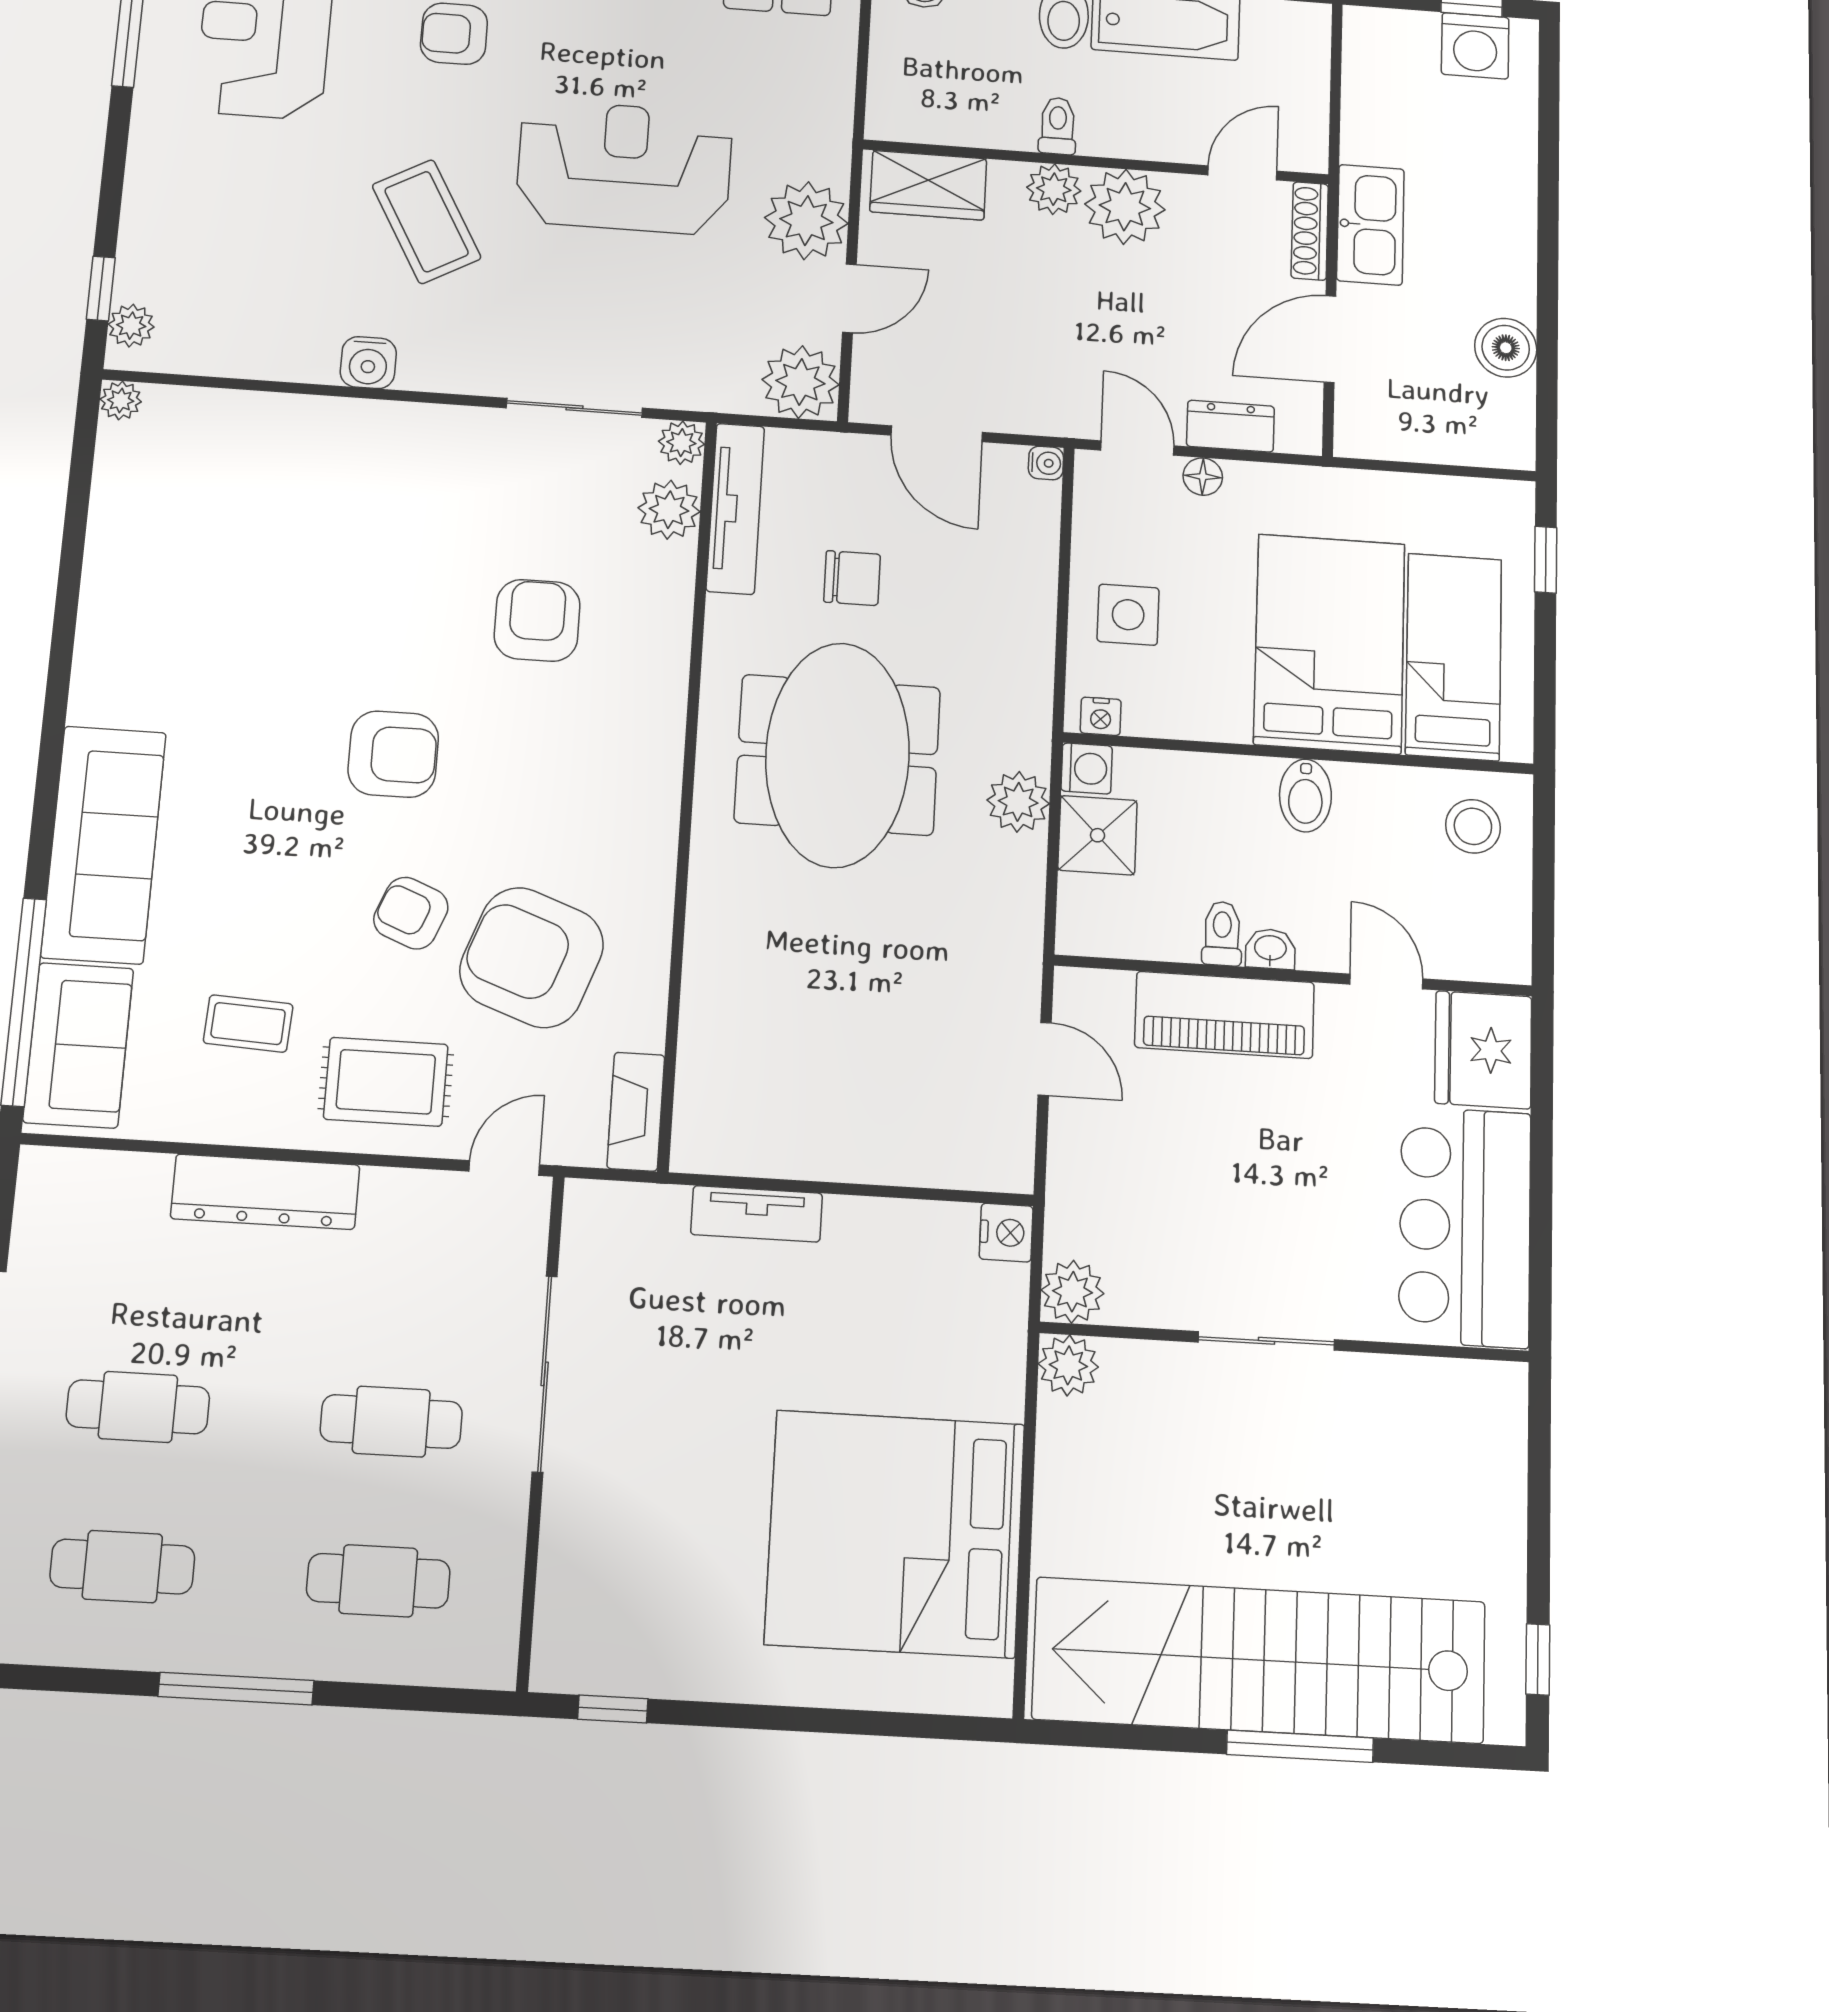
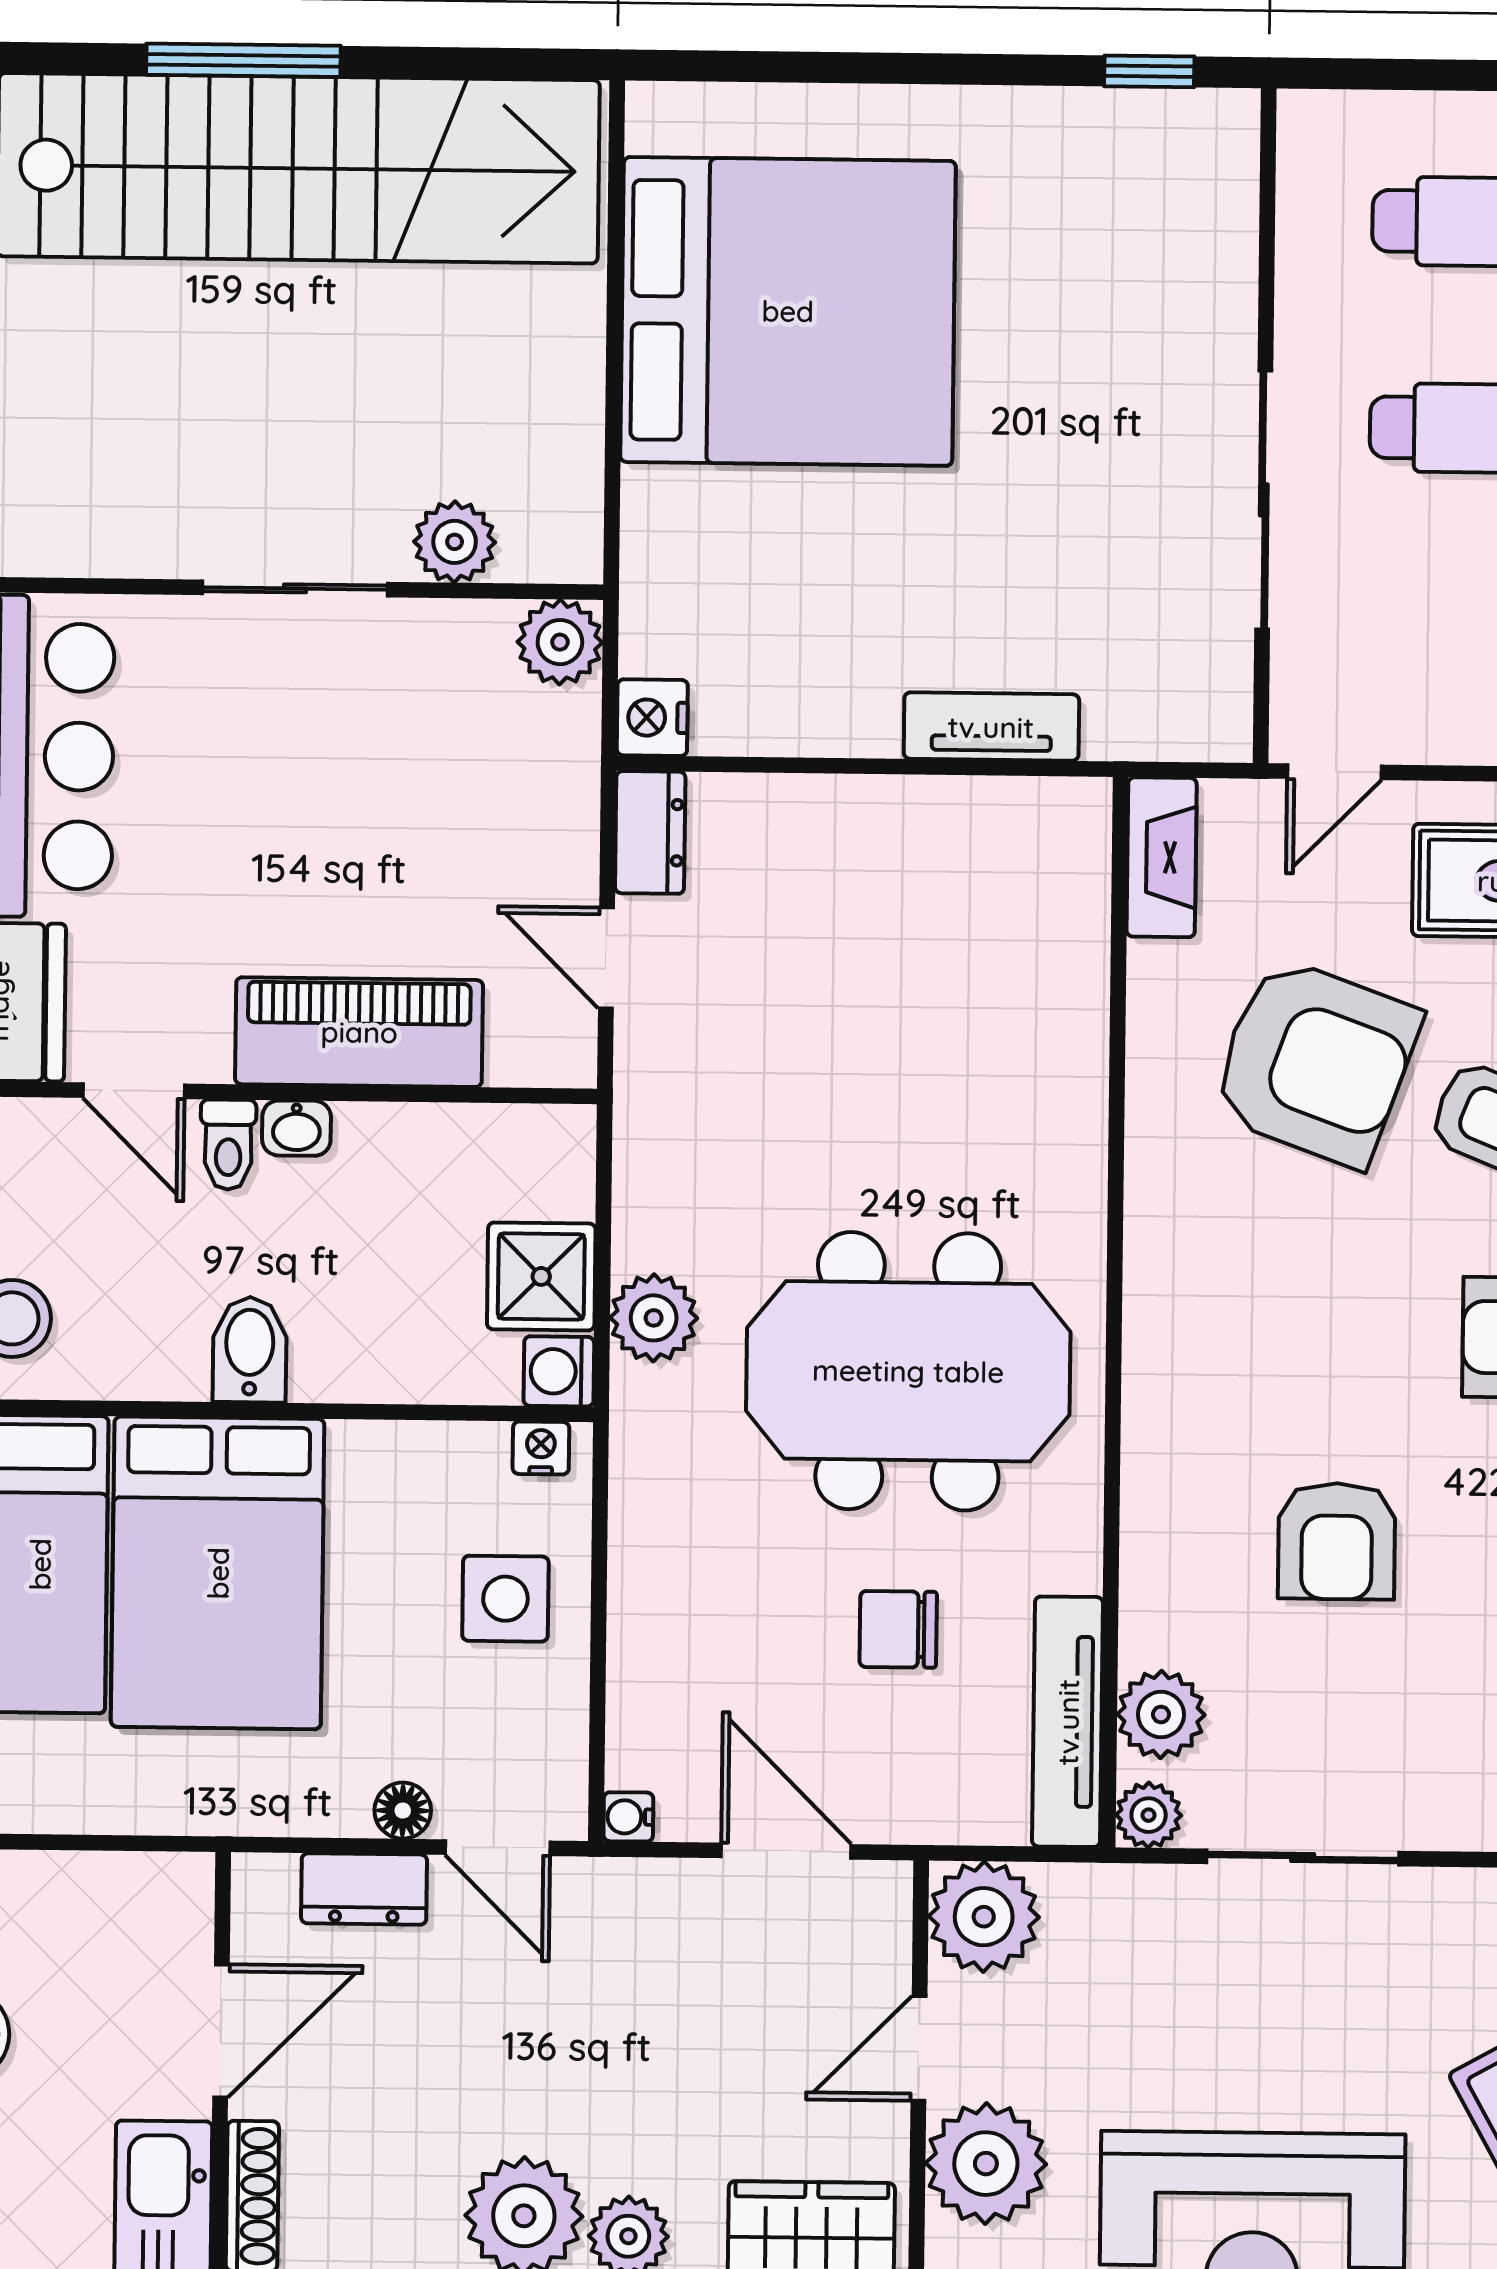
meeting table: (838, 755) -> (908, 1371), turned 90
toilet: (1222, 933) -> (228, 1145), moved
dresser: (1010, 1148) -> (650, 832), added
plant: (1068, 1365) -> (455, 542), moved

